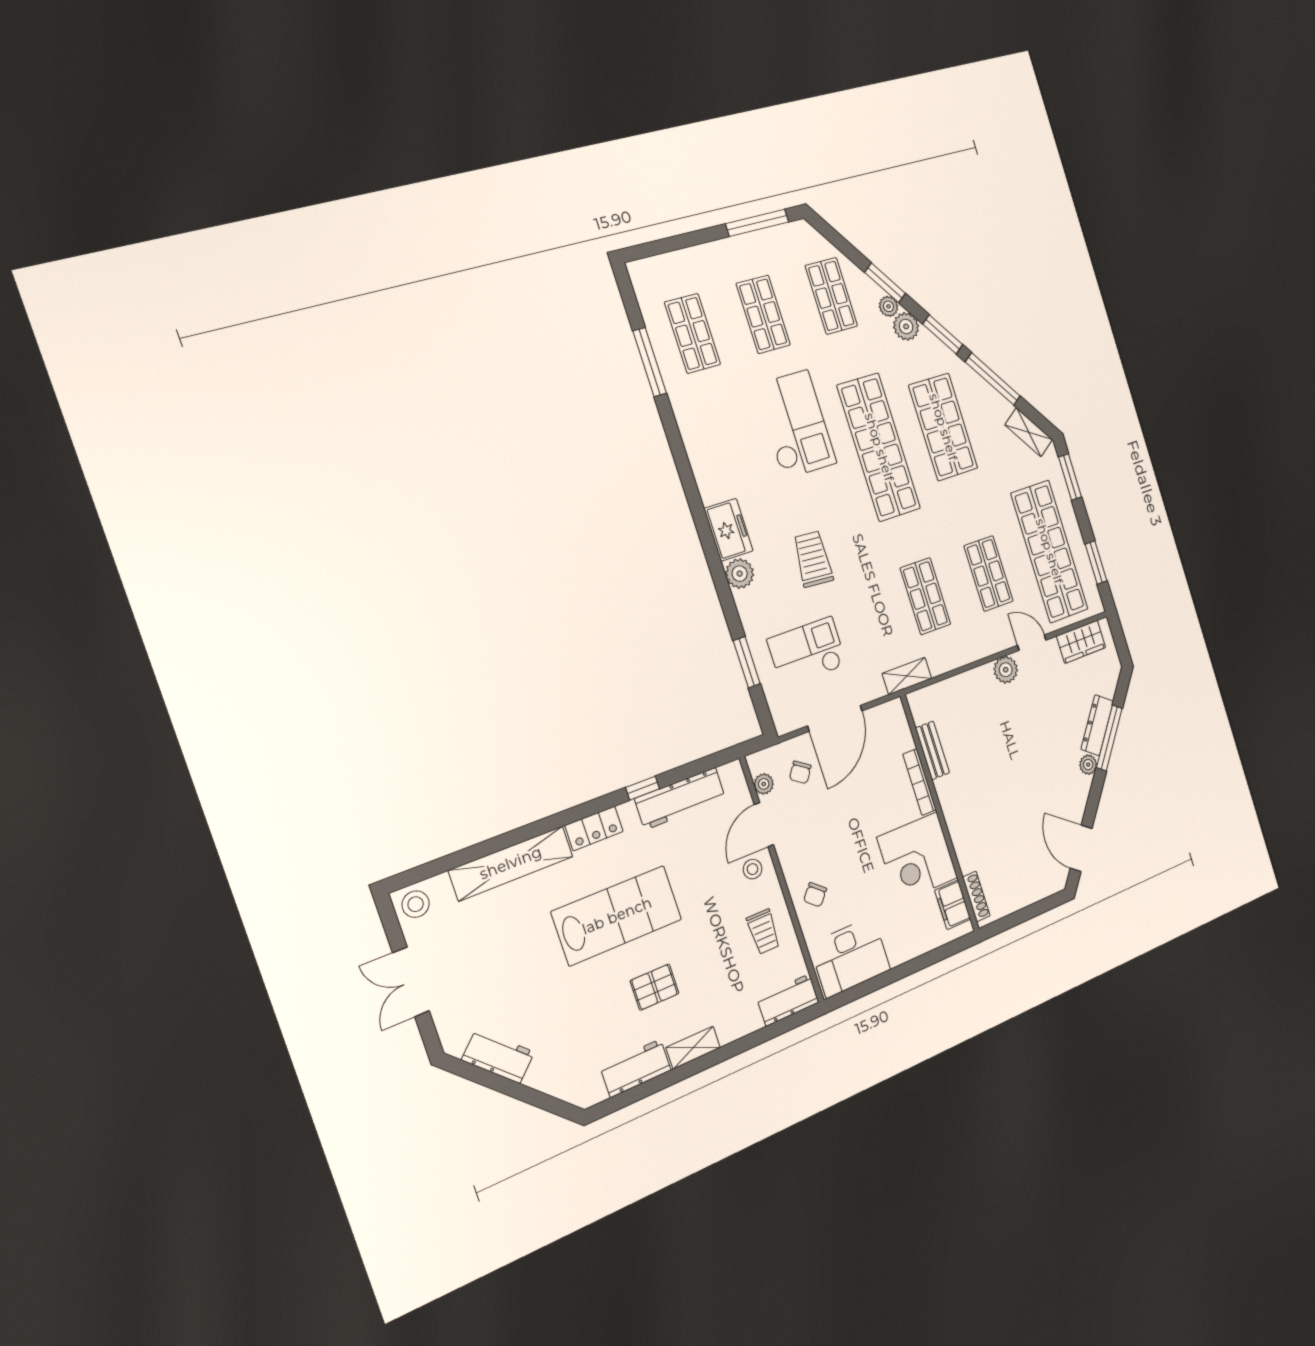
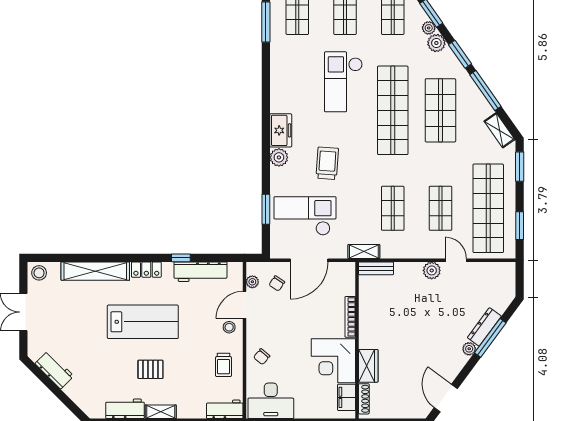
checkout: (796, 424) -> (343, 82), turned 180
wardrobe: (1081, 642) -> (368, 366), moved, turned -90
checkout: (807, 652) -> (305, 216), width x1.36, depth x1.21
bench: (932, 750) -> (376, 268), moved, turned 90

